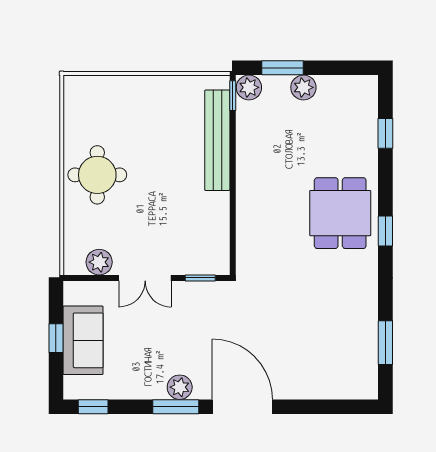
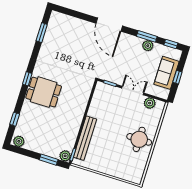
plant: (303, 87) -> (19, 141), moved
dining table: (340, 213) -> (44, 92), turned 90
plant: (180, 387) -> (148, 46), moved
window: (176, 407) -> (147, 36), moved

